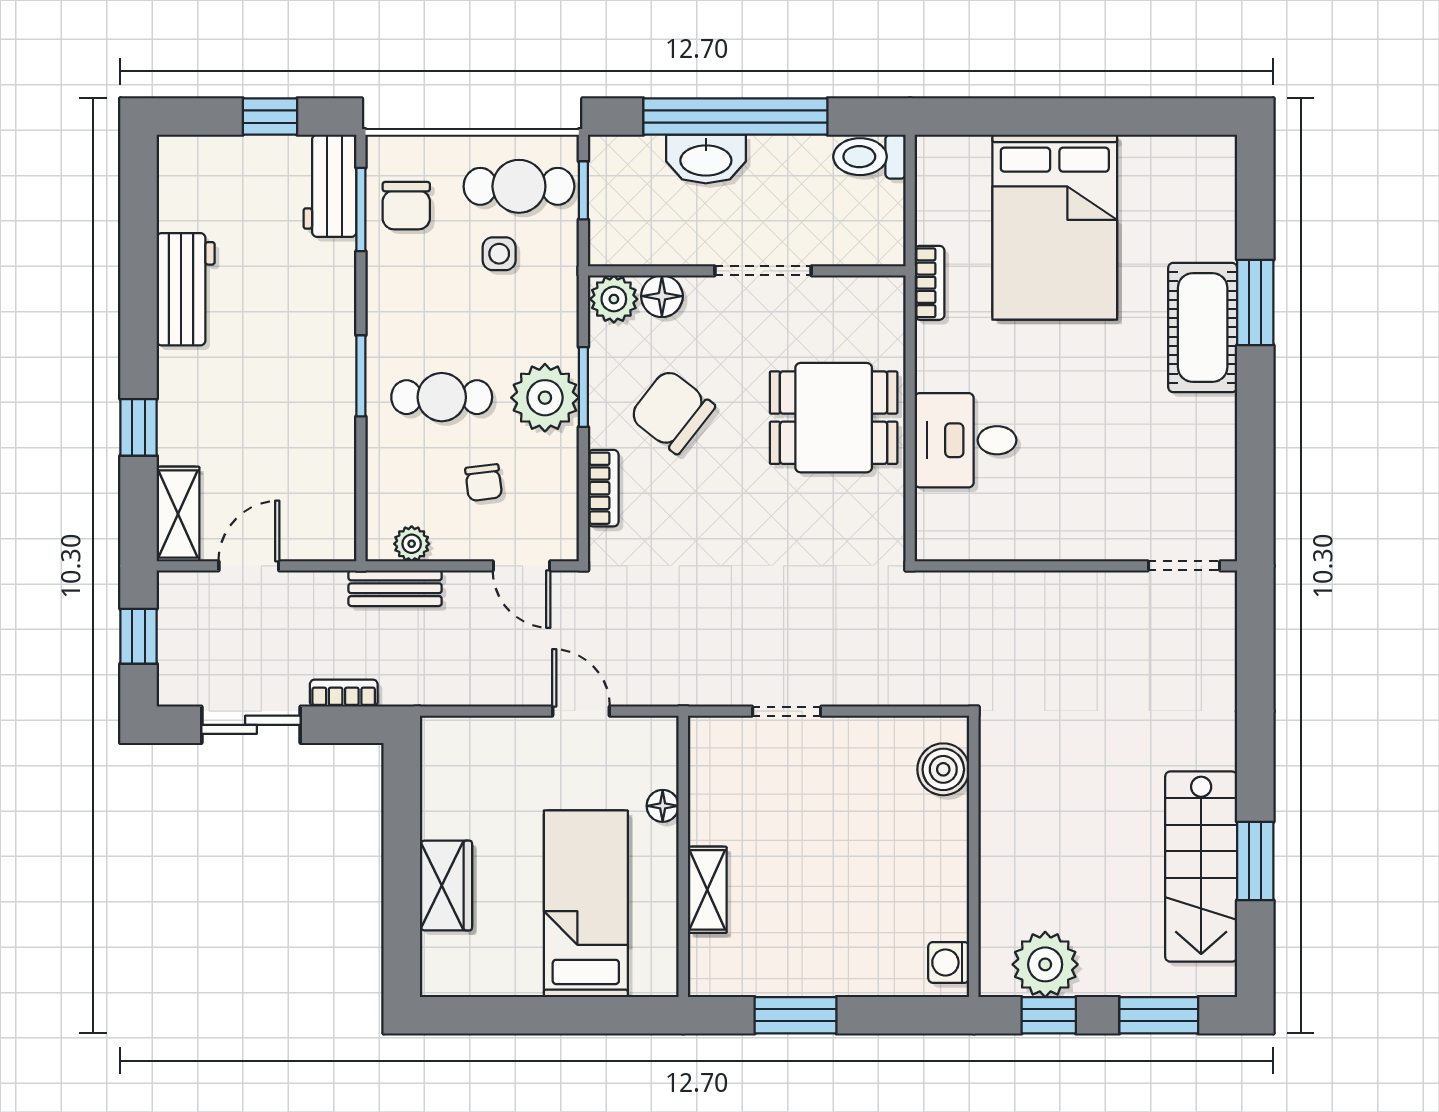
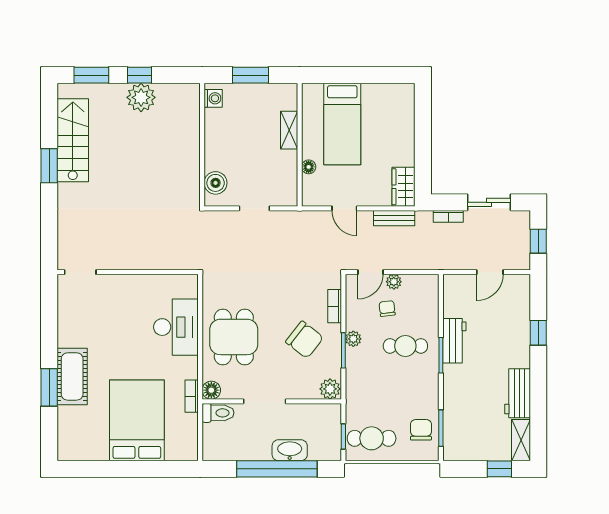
window: (270, 117) -> (499, 469), moved
toilet: (869, 157) -> (218, 413), moved
workbench: (330, 186) -> (454, 341), moved
side table: (499, 254) -> (380, 409), removed
floor lamp: (662, 296) -> (211, 390), moved
plant: (545, 398) -> (353, 339), width x0.53, depth x0.53
dining table: (834, 418) -> (234, 337), turned 90
desk: (966, 440) -> (176, 327), width x1.37
shelving: (178, 514) -> (521, 440), moved
plant: (412, 544) -> (394, 282), moved
door: (522, 566) -> (370, 272), swing flipped
bench: (395, 588) -> (394, 218), moved
boiler: (943, 769) -> (216, 183), moved
wall: (974, 856) -> (202, 145), moved
window: (1255, 861) -> (49, 166), moved
wardrobe: (446, 886) -> (404, 187), moved
washing machine: (949, 962) -> (213, 98), moved

